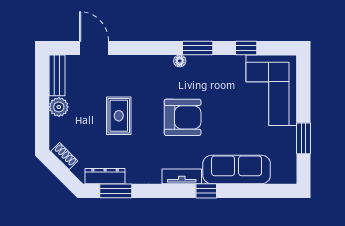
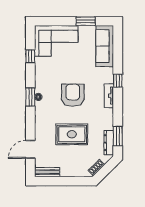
window: (198, 48) -> (30, 97), moved
plant: (59, 107) -> (66, 171), removed
rug: (119, 116) -> (72, 134), width x1.36, depth x1.43
sofa: (237, 170) -> (105, 46), moved

